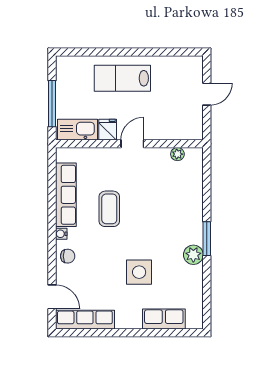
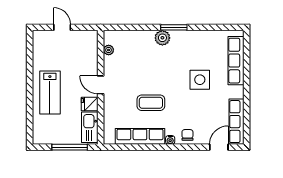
plant: (193, 255) -> (162, 38), moved
row of seats: (164, 319) -> (236, 61), width x1.48

